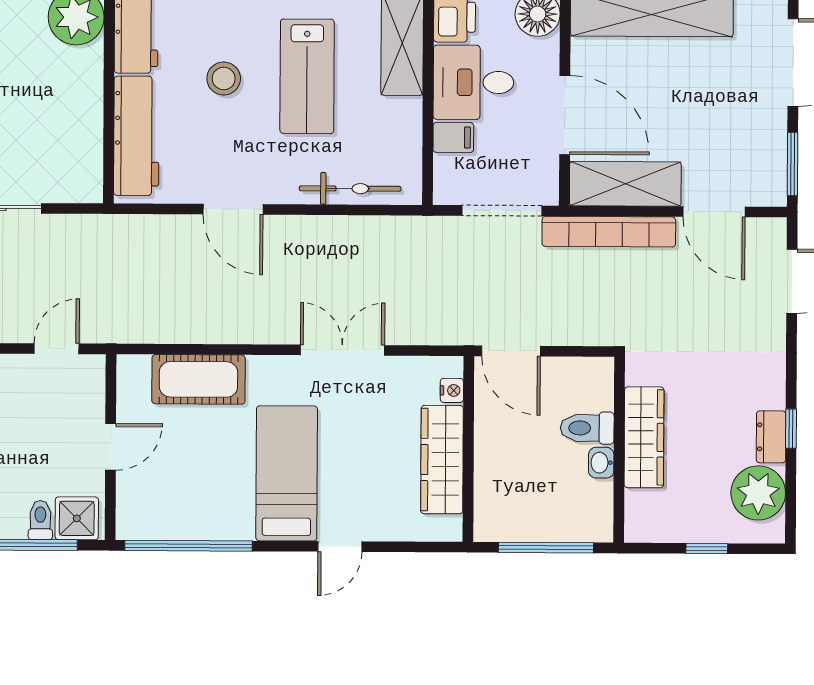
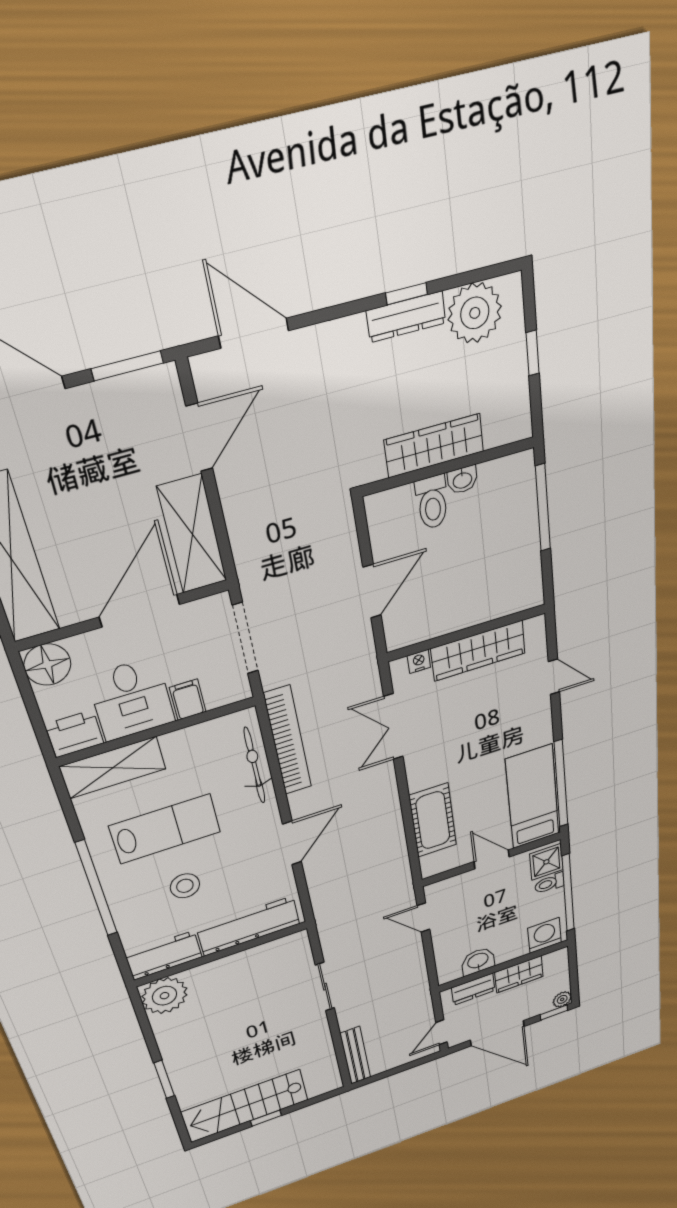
bookcase: (609, 232) -> (288, 741), moved
nightstand: (452, 390) -> (419, 661), moved
dresser: (771, 437) -> (406, 317), width x1.44
wall: (468, 449) -> (467, 633), moved
wardrobe: (442, 460) -> (478, 651), moved
bed: (287, 473) -> (533, 797), moved, turned 90

